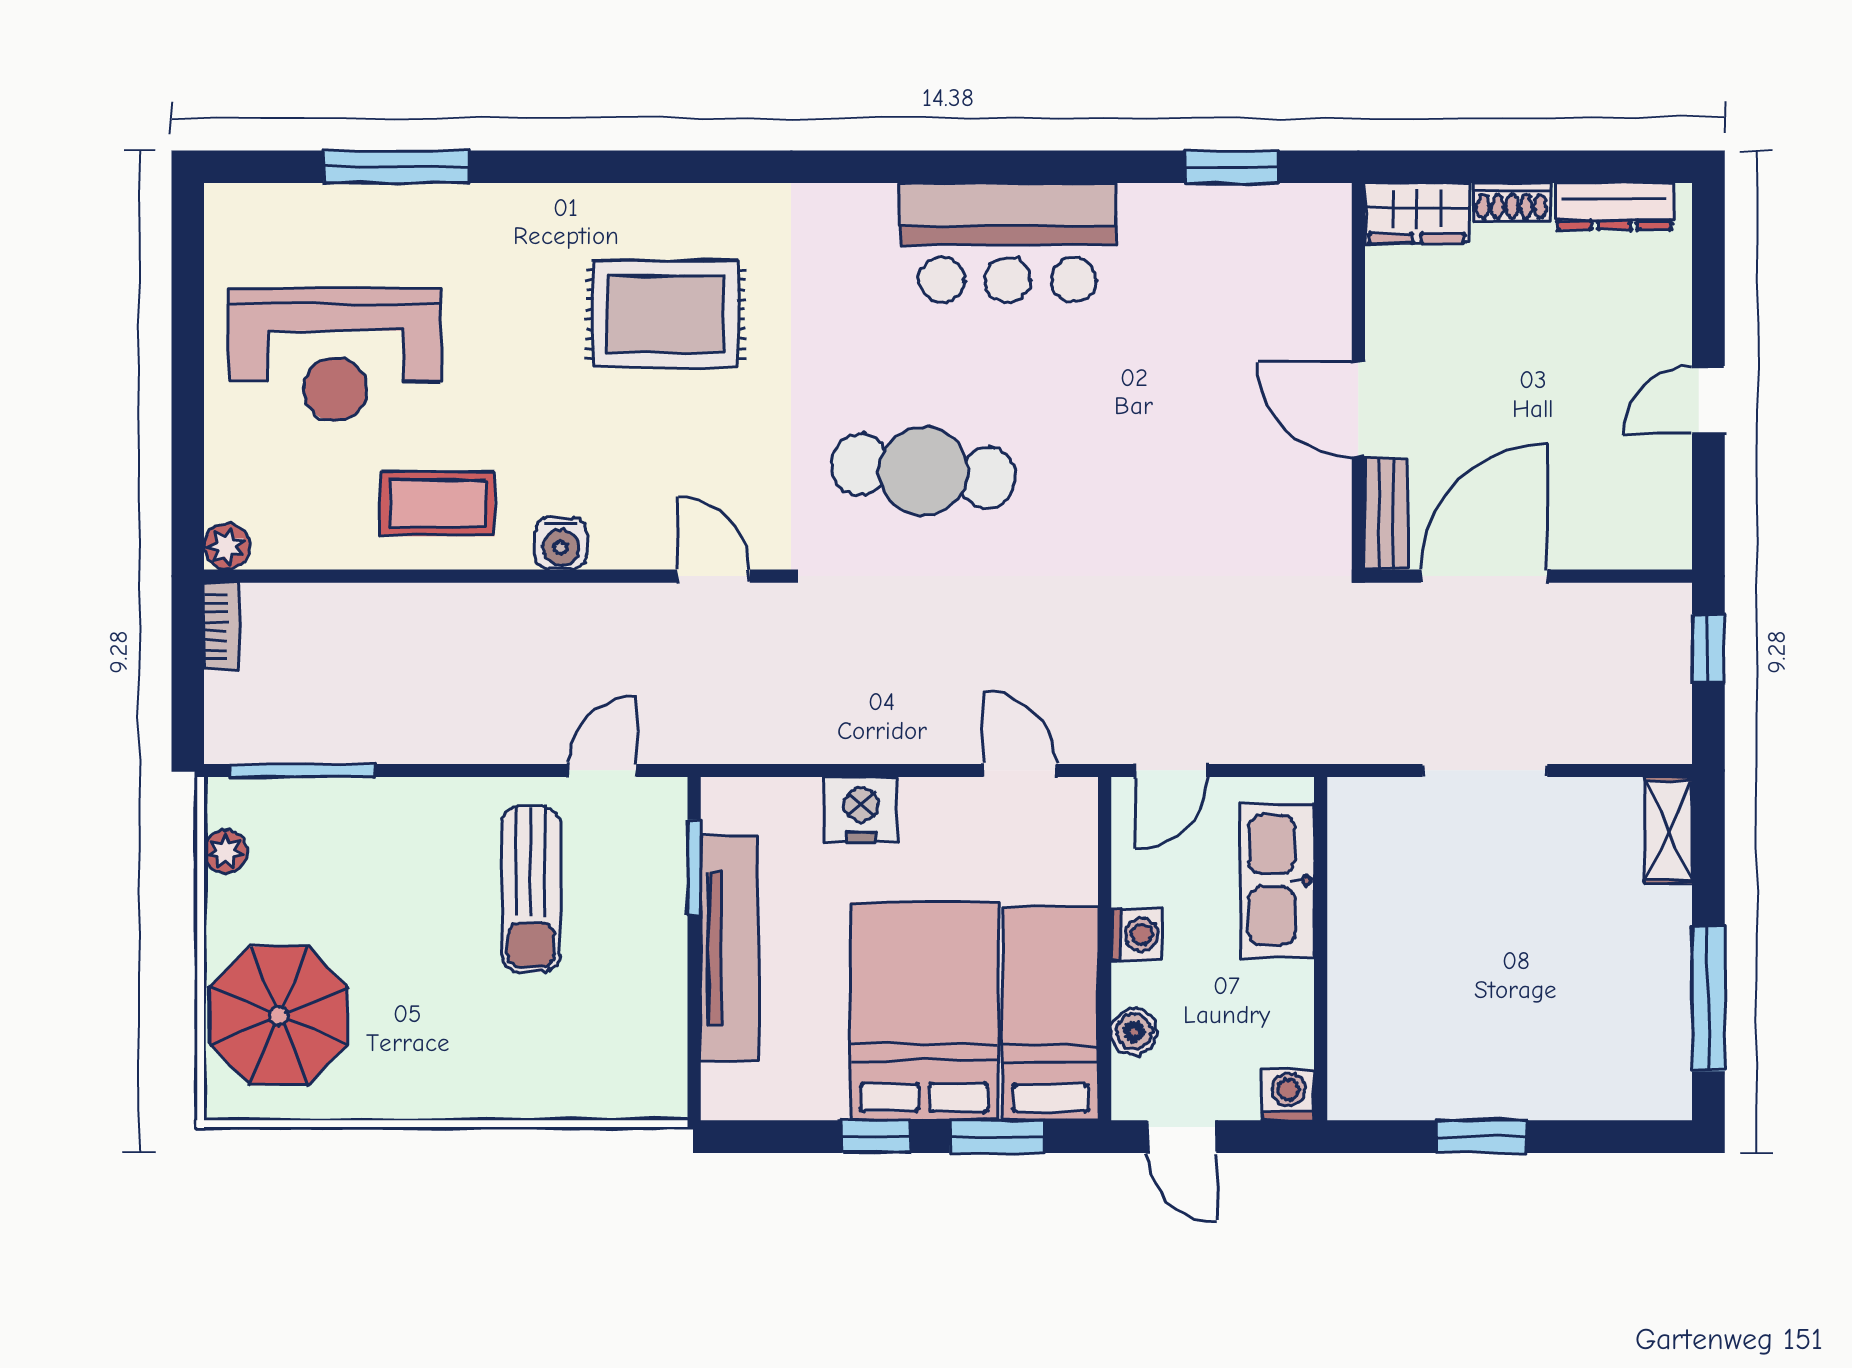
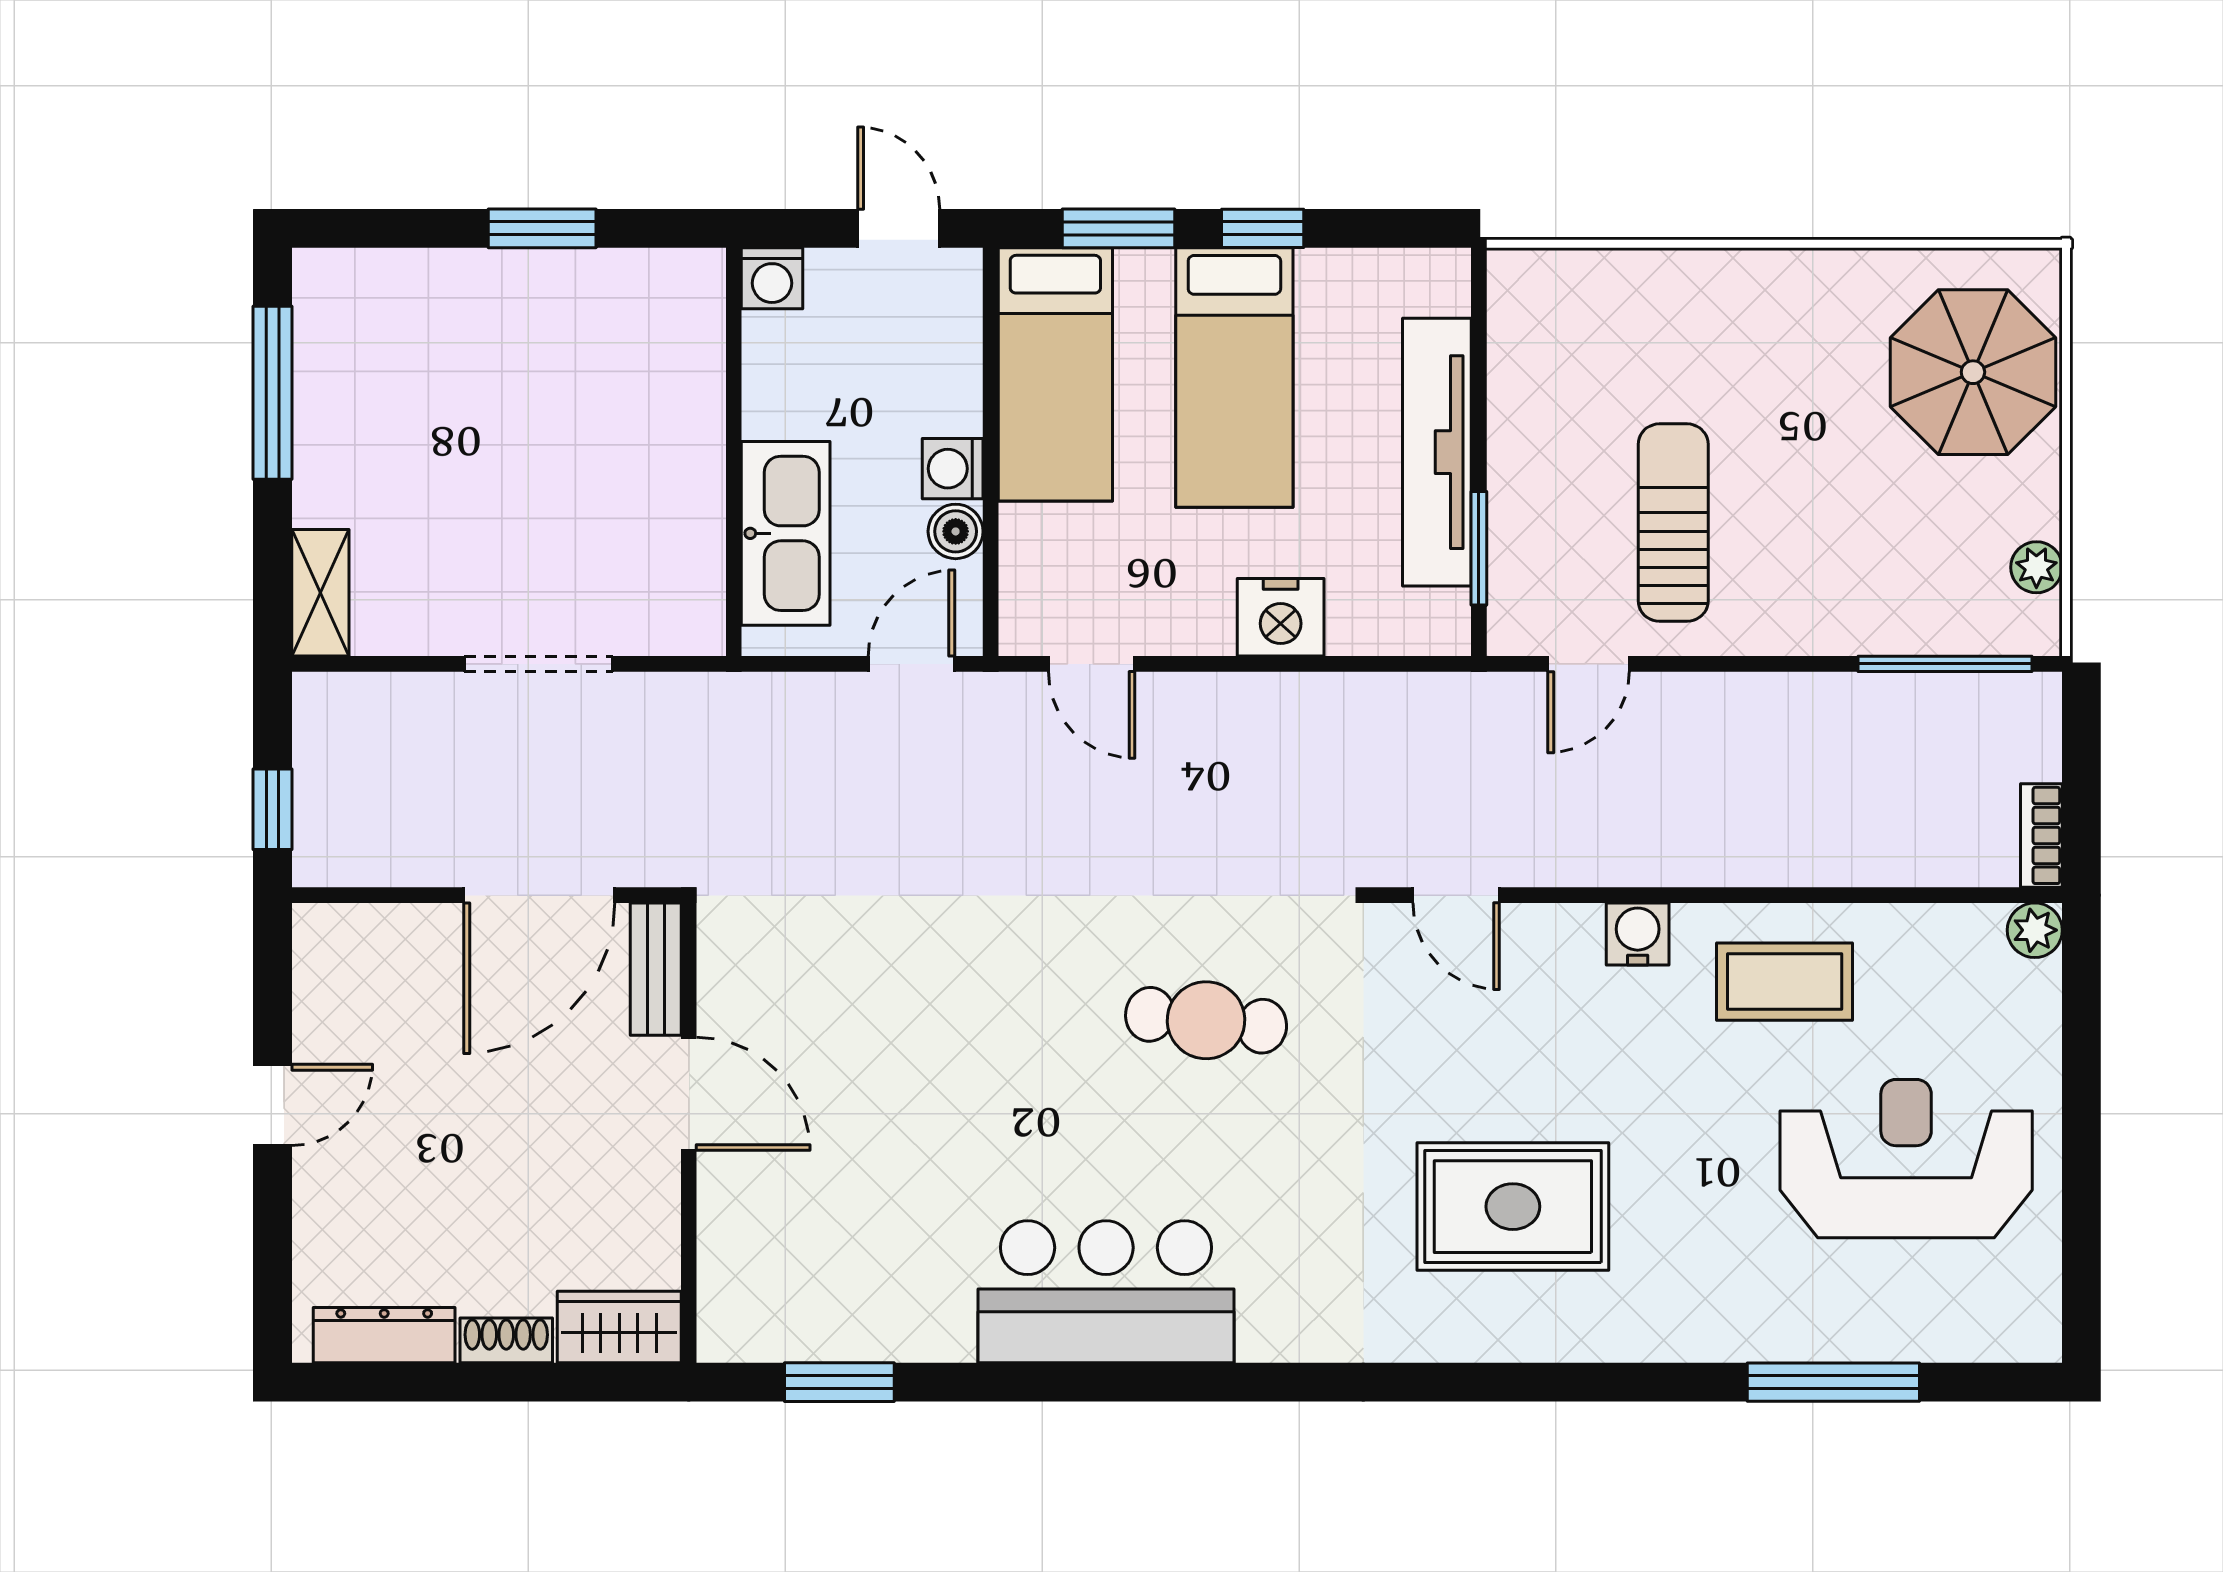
cafe table: (924, 471) -> (1206, 1020), width x0.73, depth x0.74
bed: (924, 1011) -> (1234, 377), width x0.67
boiler: (1134, 1032) -> (956, 531), moved

